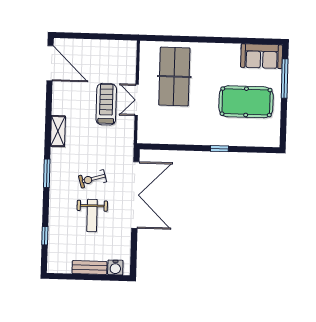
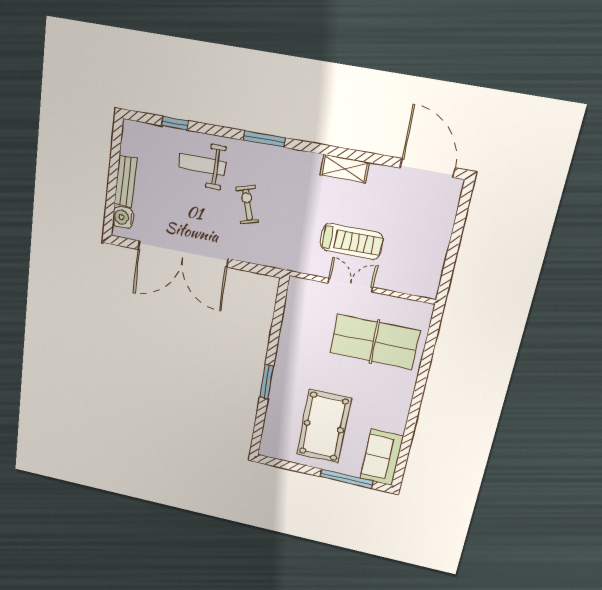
door: (50, 63) -> (427, 168), swing flipped
shelving: (58, 131) -> (345, 169), moved
window: (219, 149) -> (267, 382), width x1.50
double door: (135, 195) -> (183, 254), moved
weight bench: (92, 216) -> (202, 165), moved

